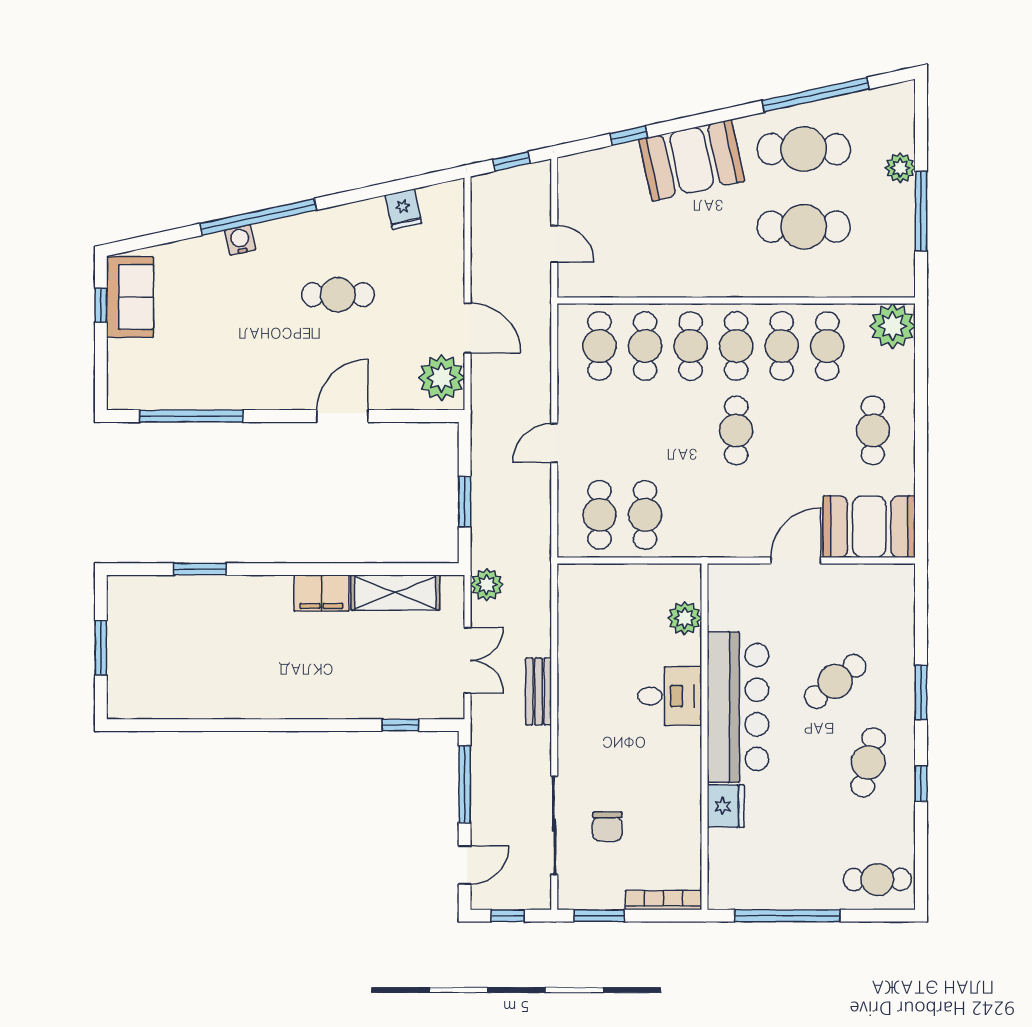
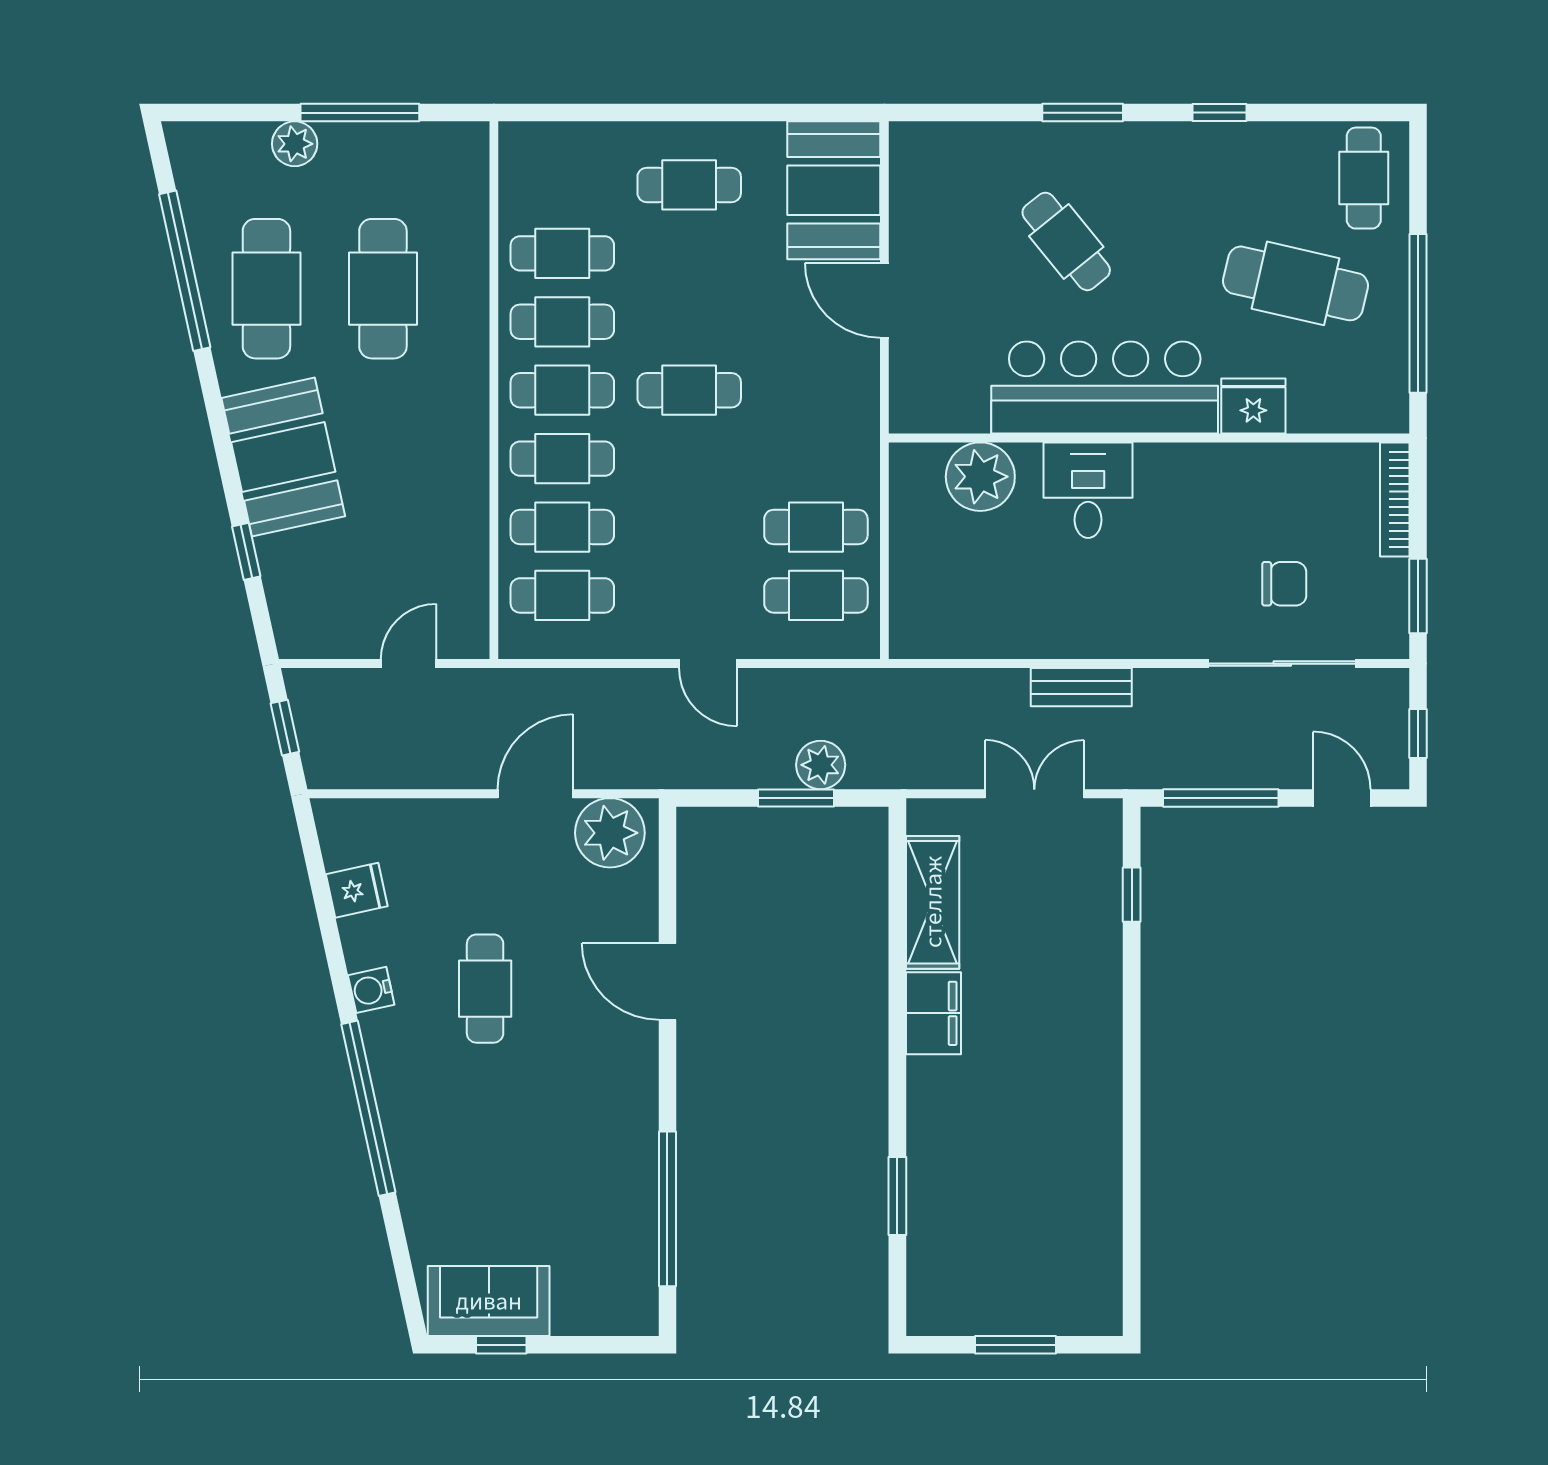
water cooler: (240, 240) -> (371, 990), moved
plant: (893, 326) -> (532, 155), removed
plant: (487, 585) -> (821, 765), moved
plant: (685, 618) -> (980, 477), width x1.36, depth x1.36
cafe table: (868, 762) -> (1296, 283), moved, width x1.37, depth x1.35

